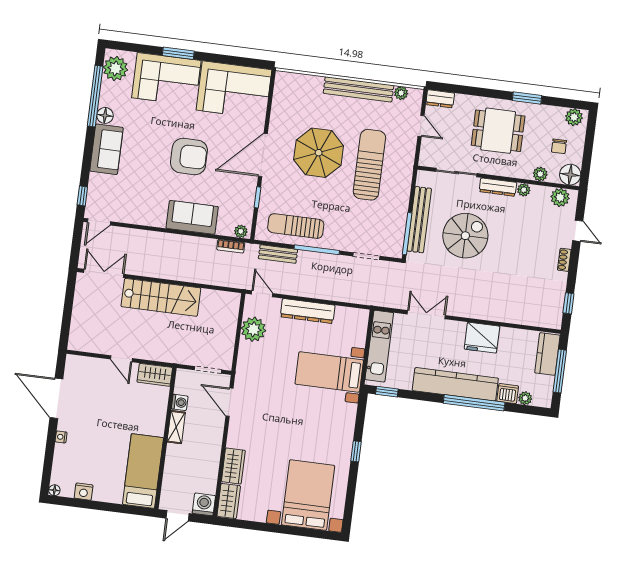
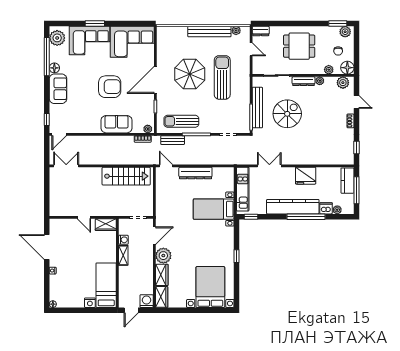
window: (527, 98) -> (338, 24), moved
stairs: (161, 297) -> (126, 176), moved
plant: (253, 329) -> (163, 256), moved
door: (229, 402) -> (154, 236), swing flipped
nightstand: (84, 492) -> (90, 303), moved

